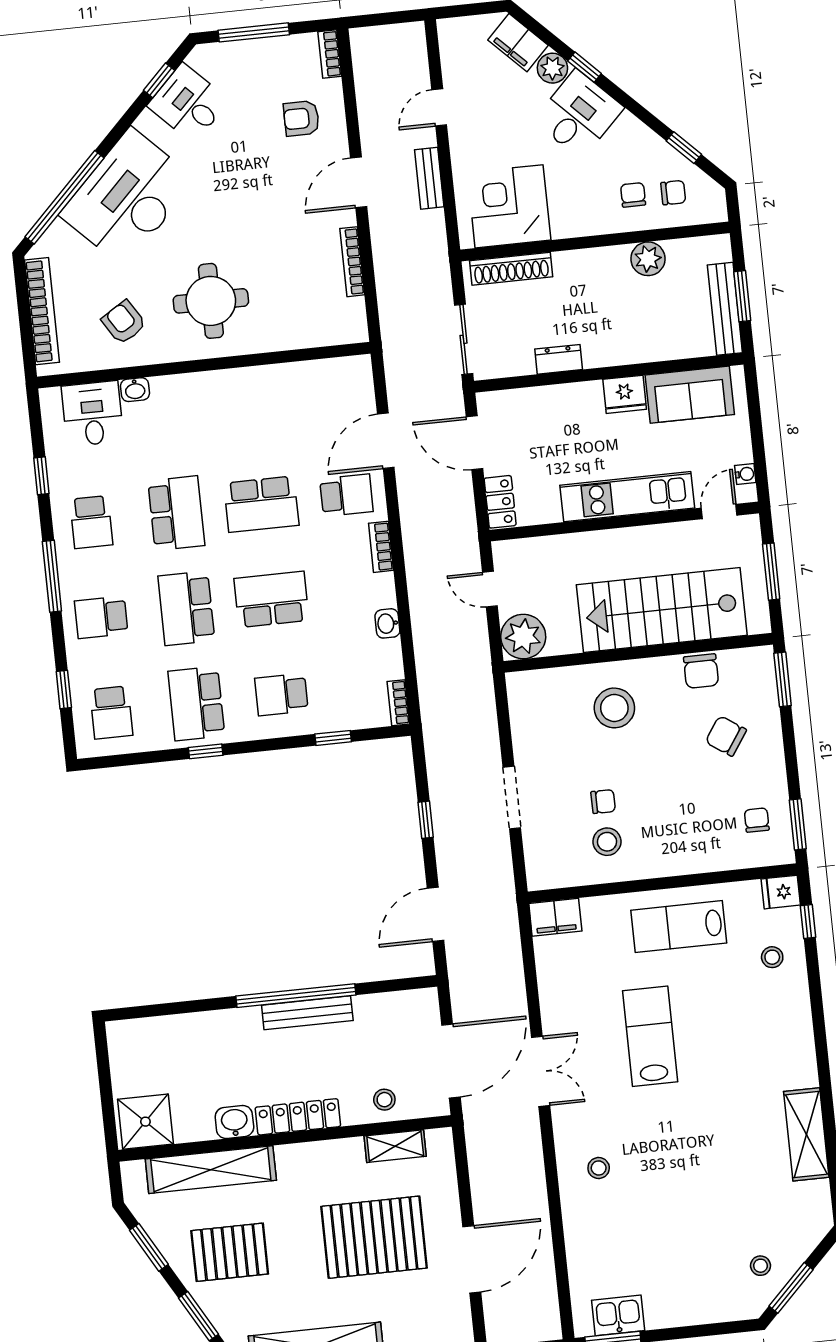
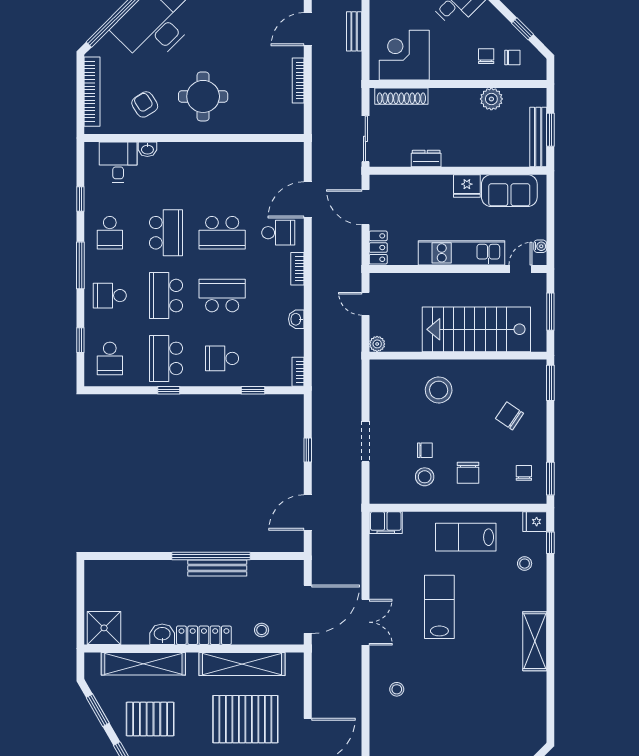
plant: (523, 637) -> (377, 344), width x0.53, depth x0.53
chair: (701, 671) -> (468, 473), moved
shelving: (806, 1134) -> (535, 641), moved
shelving: (395, 1146) -> (242, 664), width x2.20, depth x1.33

